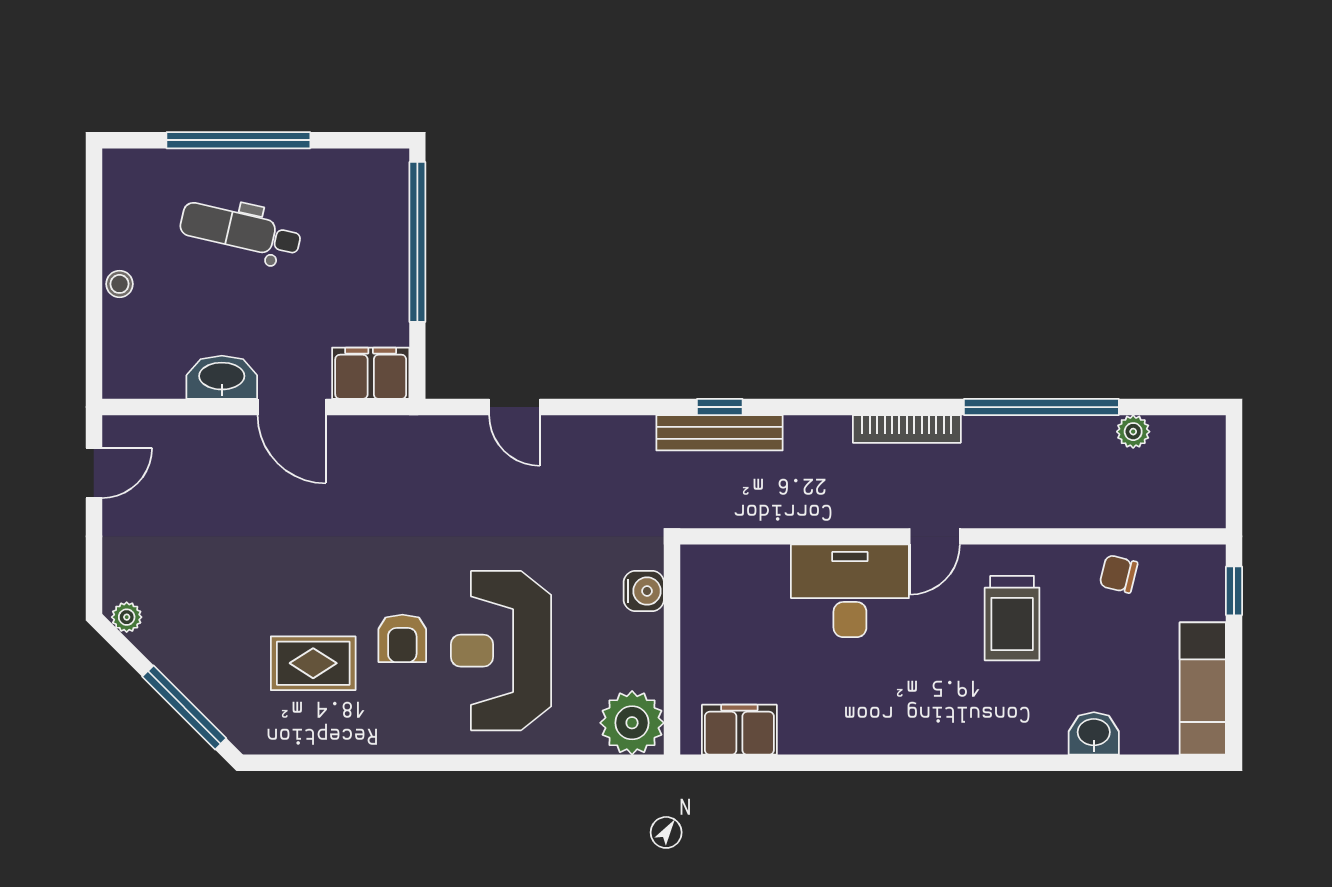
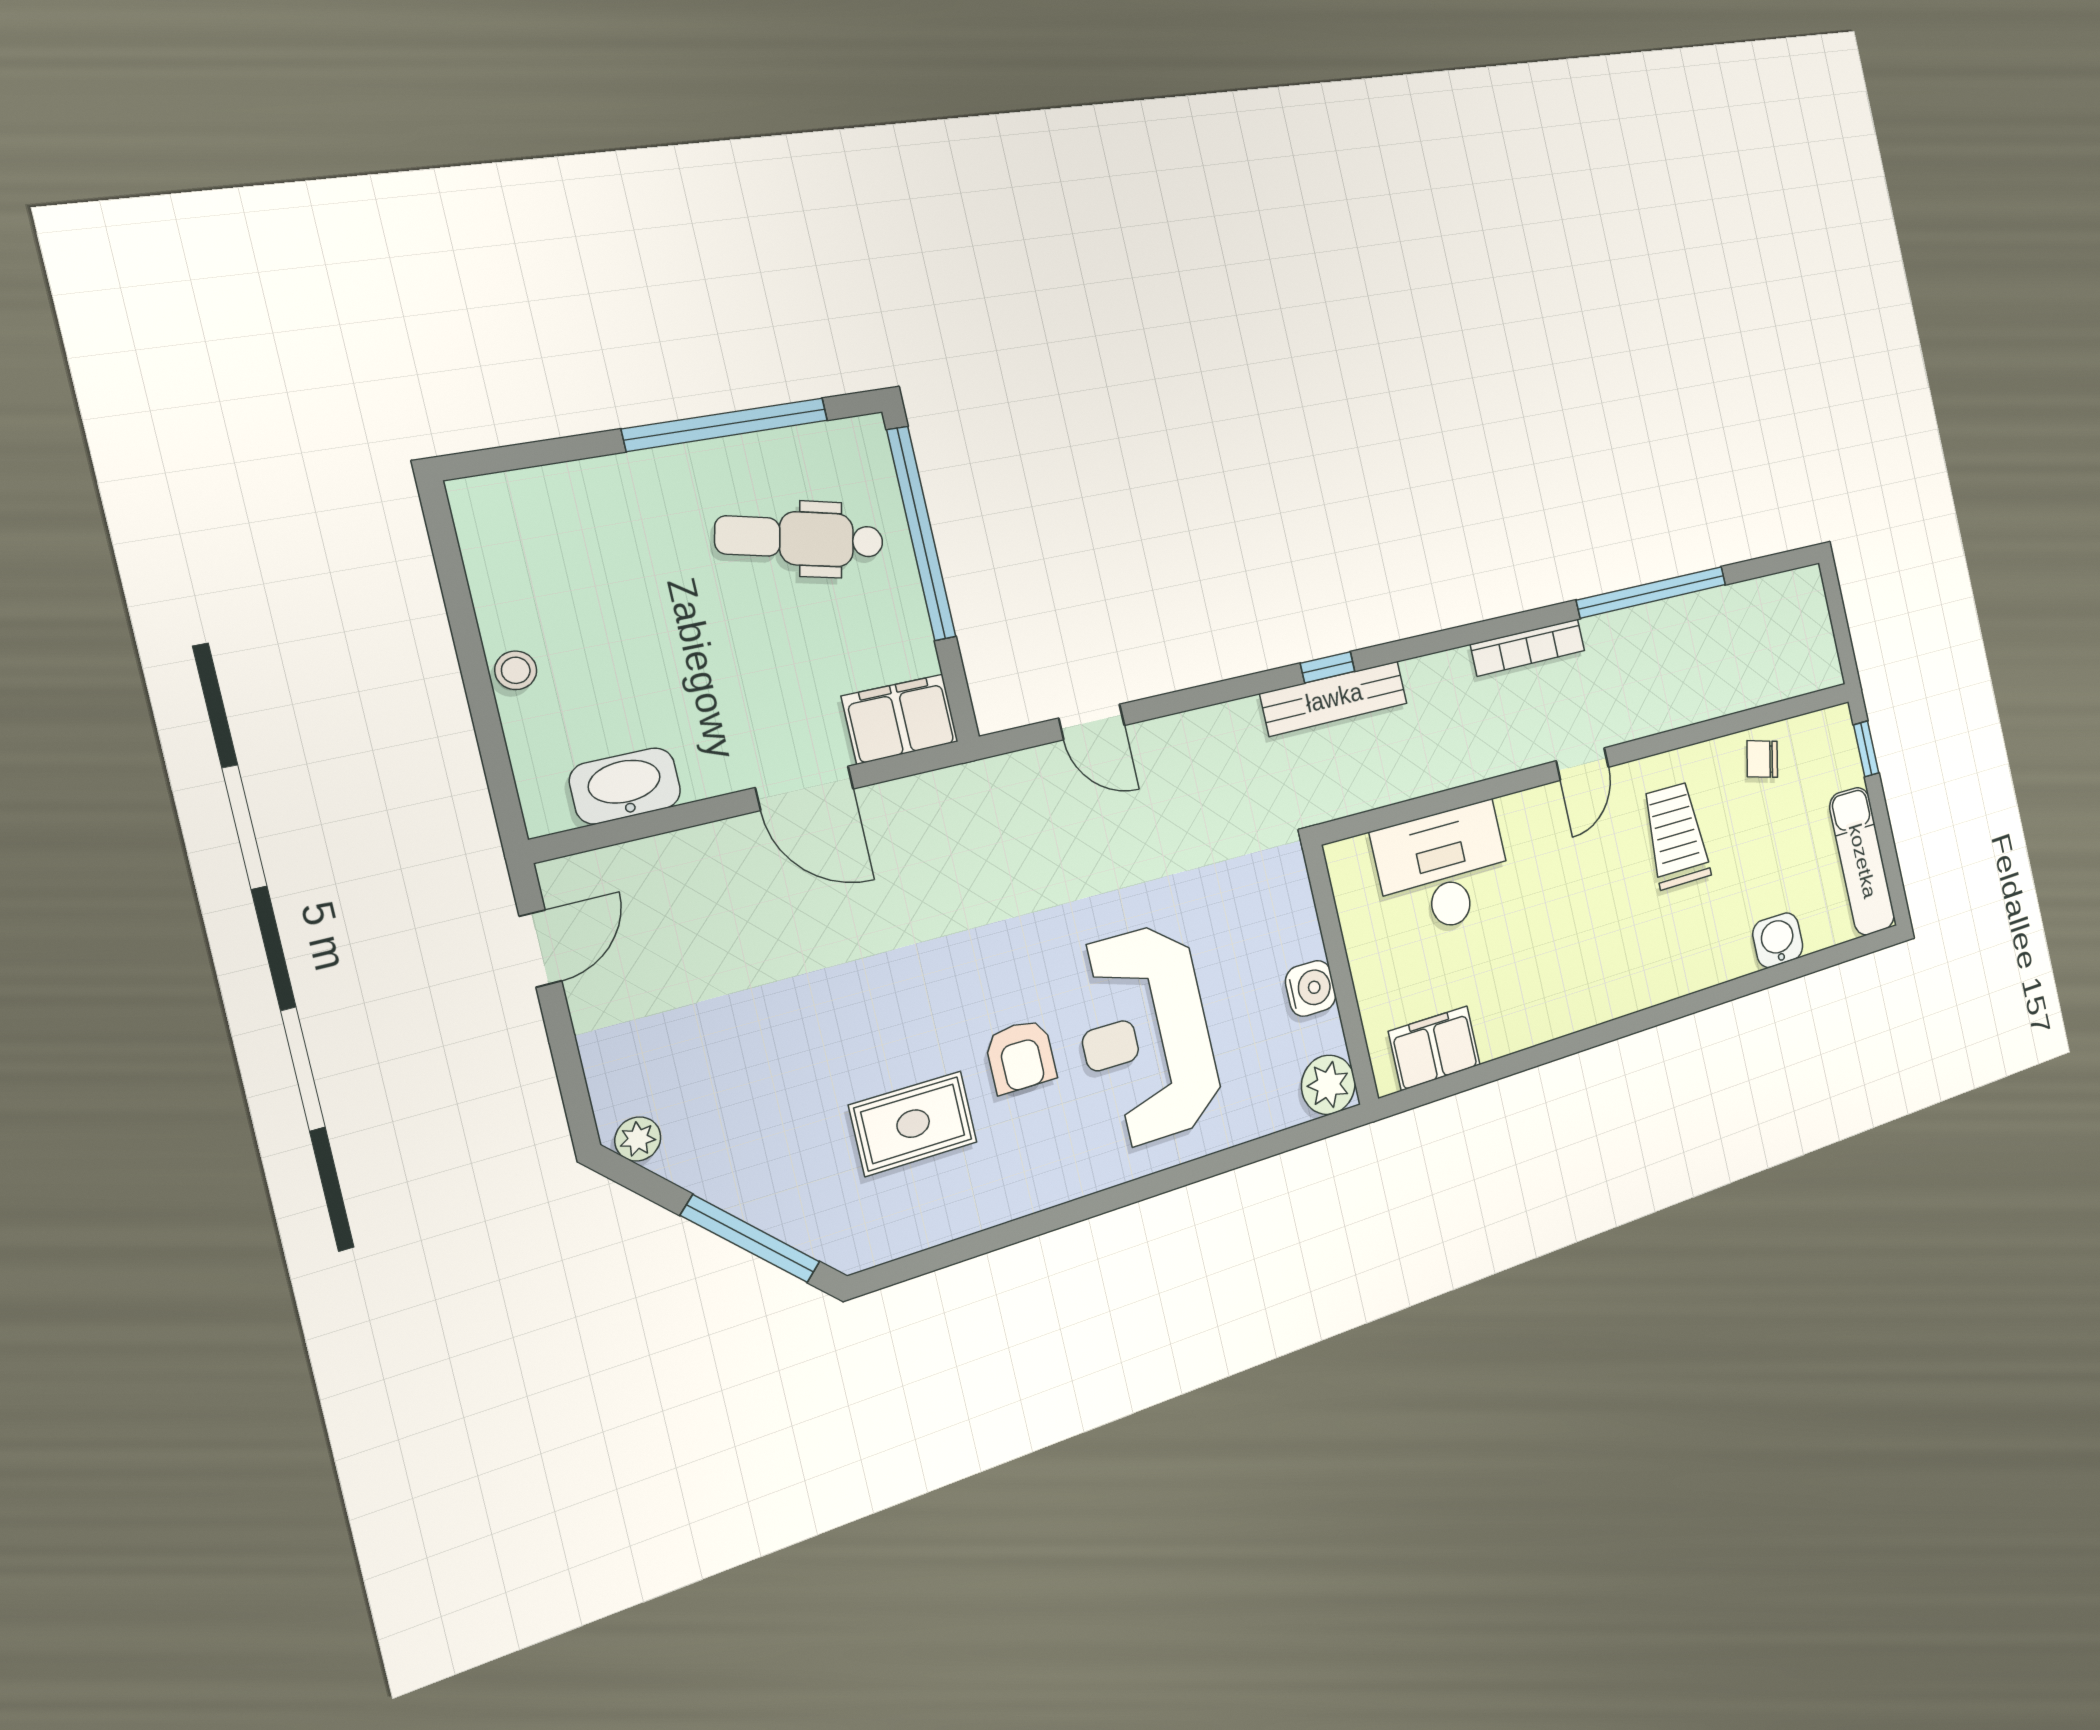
window: (238, 140) -> (726, 424), moved
dental chair: (241, 231) -> (800, 538), moved
washbasin: (222, 377) -> (625, 786), moved
plant: (1133, 432) -> (1742, 600), removed
water cooler: (644, 591) -> (1311, 988), moved
desk: (850, 591) -> (1443, 870), moved
trolley: (1012, 618) -> (1676, 836), turned 180
plant: (632, 723) -> (1328, 1085), width x0.73, depth x0.73

